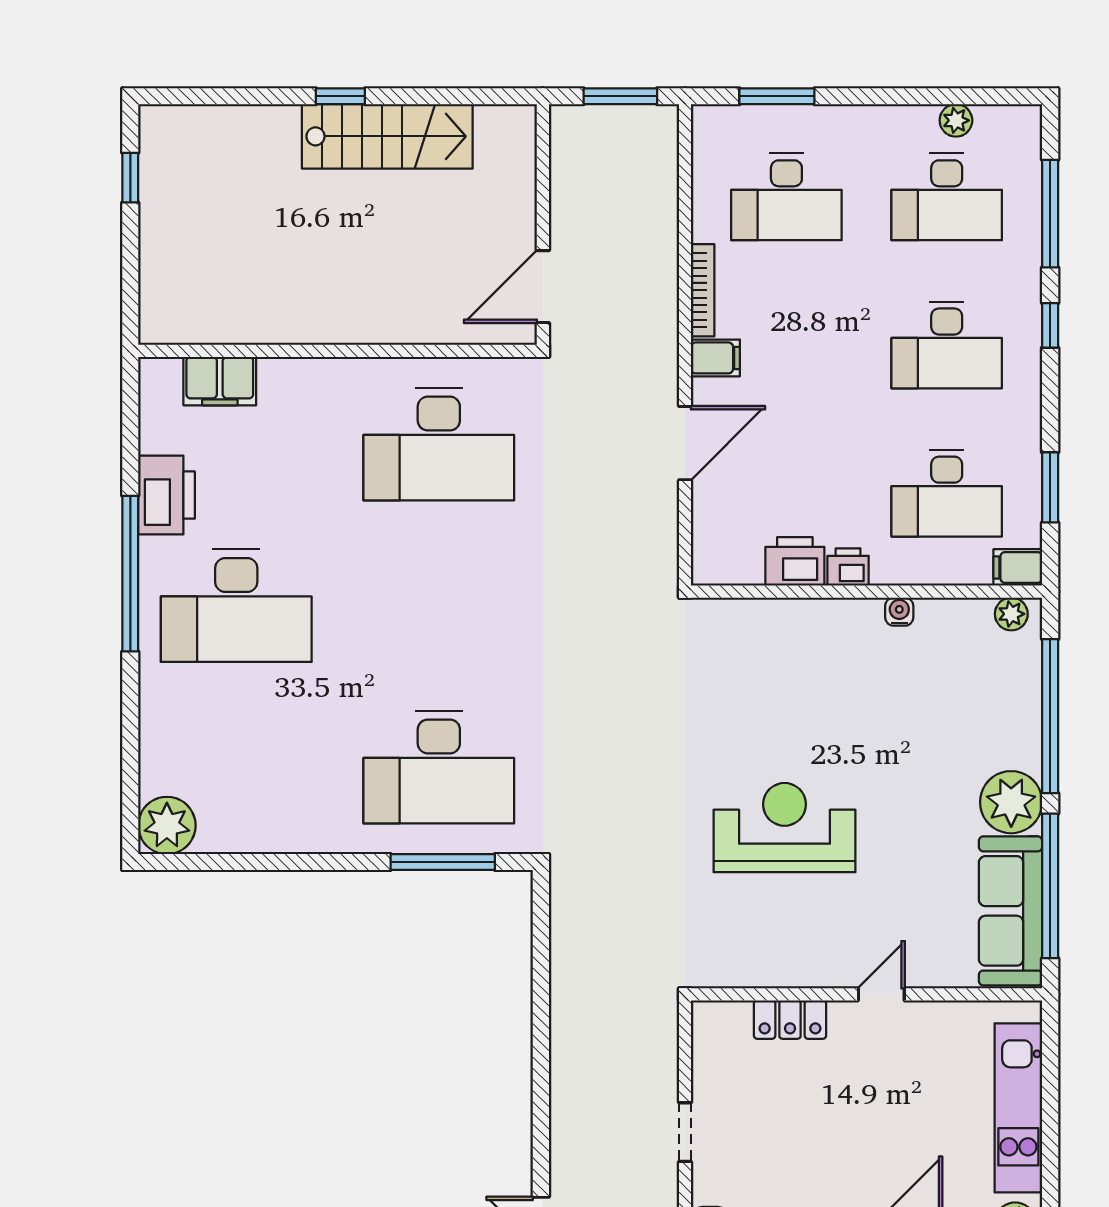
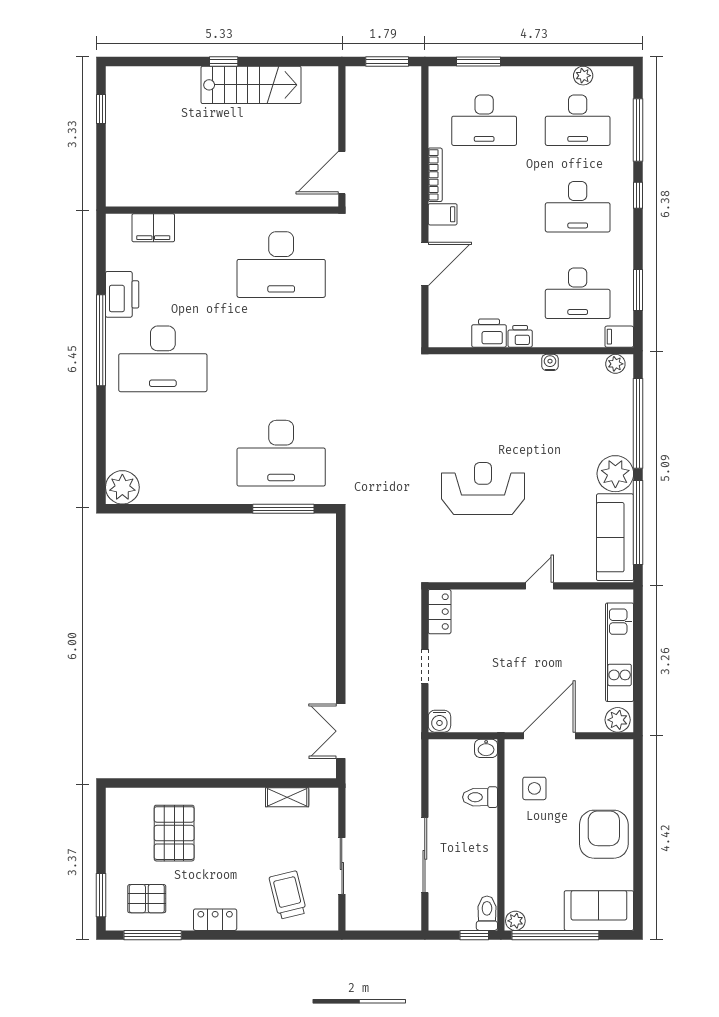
locker: (790, 1020) -> (440, 612), moved, turned -90

